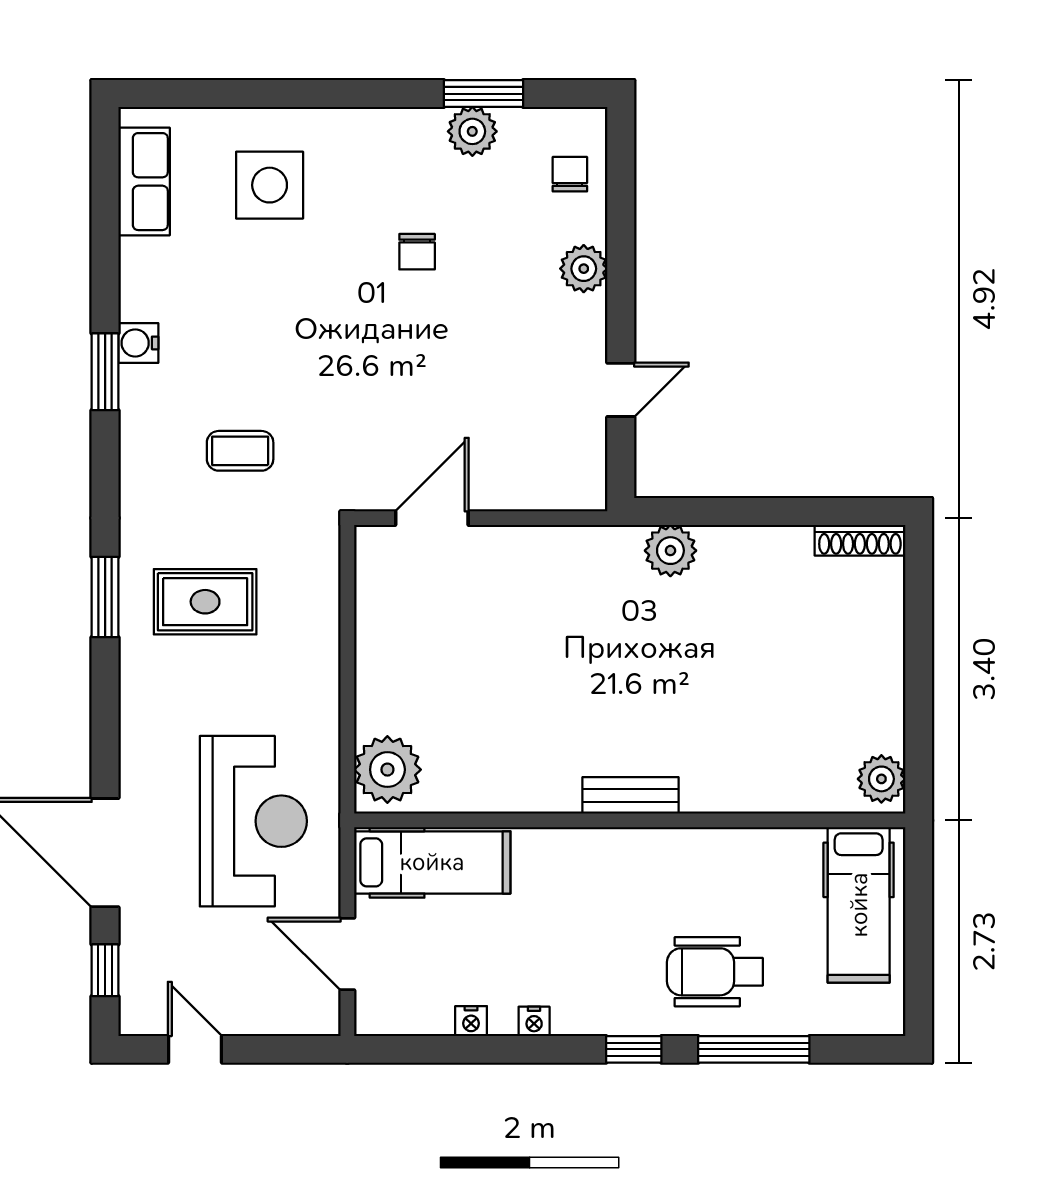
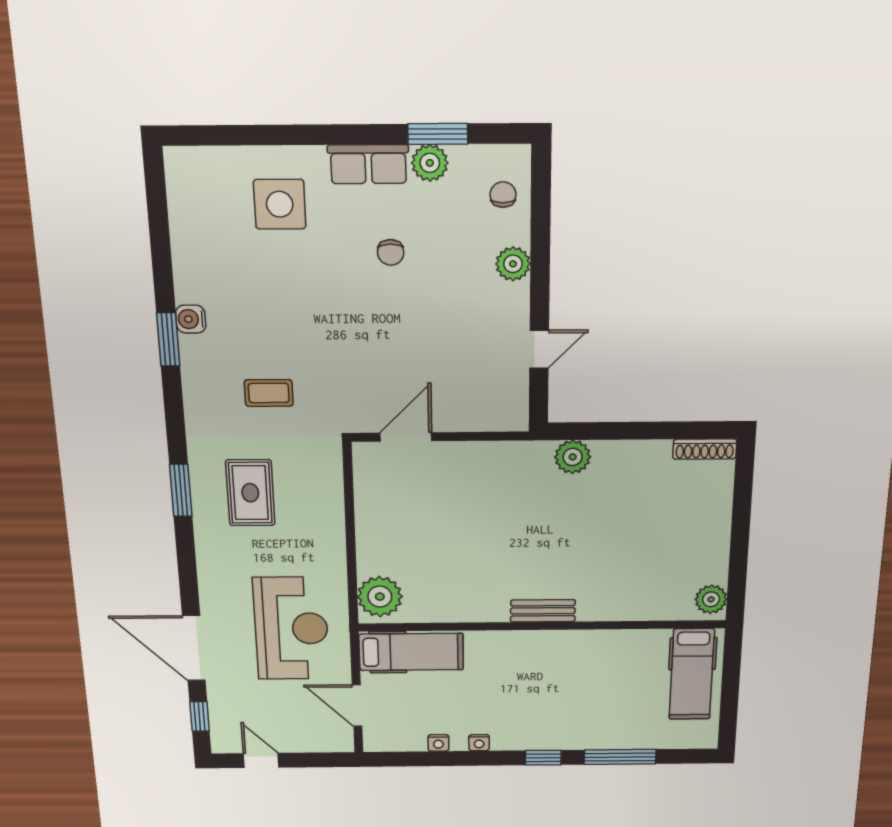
row of seats: (144, 182) -> (368, 164), moved, turned 90
rug: (205, 602) -> (250, 493), turned 90
wheelchair: (715, 972) -> (596, 714), removed

